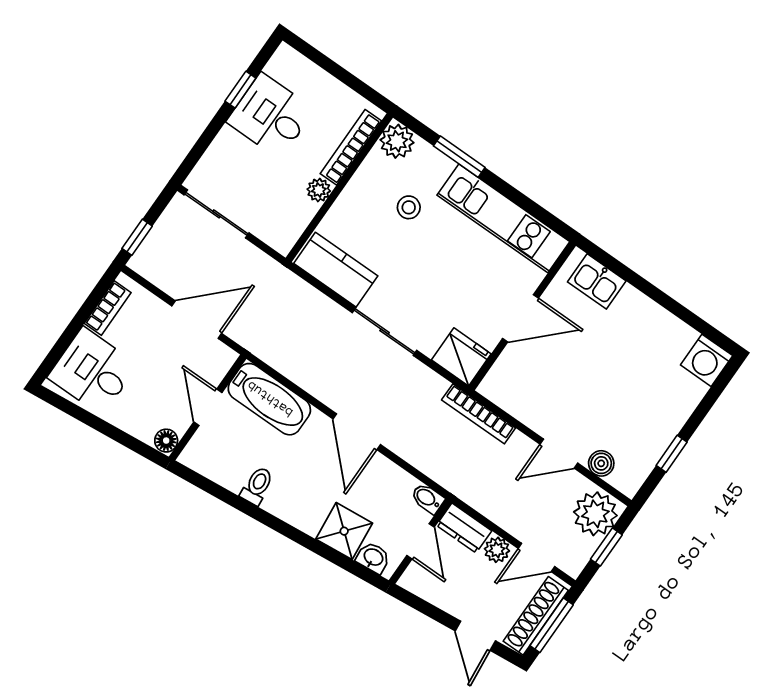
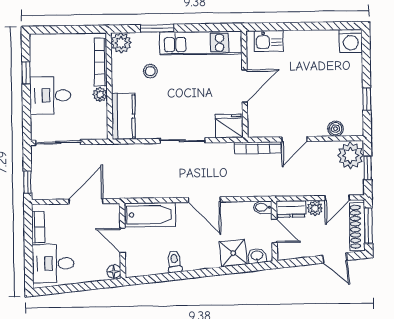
desk: (271, 116) -> (50, 95), moved
kitchen counter: (336, 270) -> (123, 116), moved, turned 90
door: (559, 454) -> (294, 139), moved

